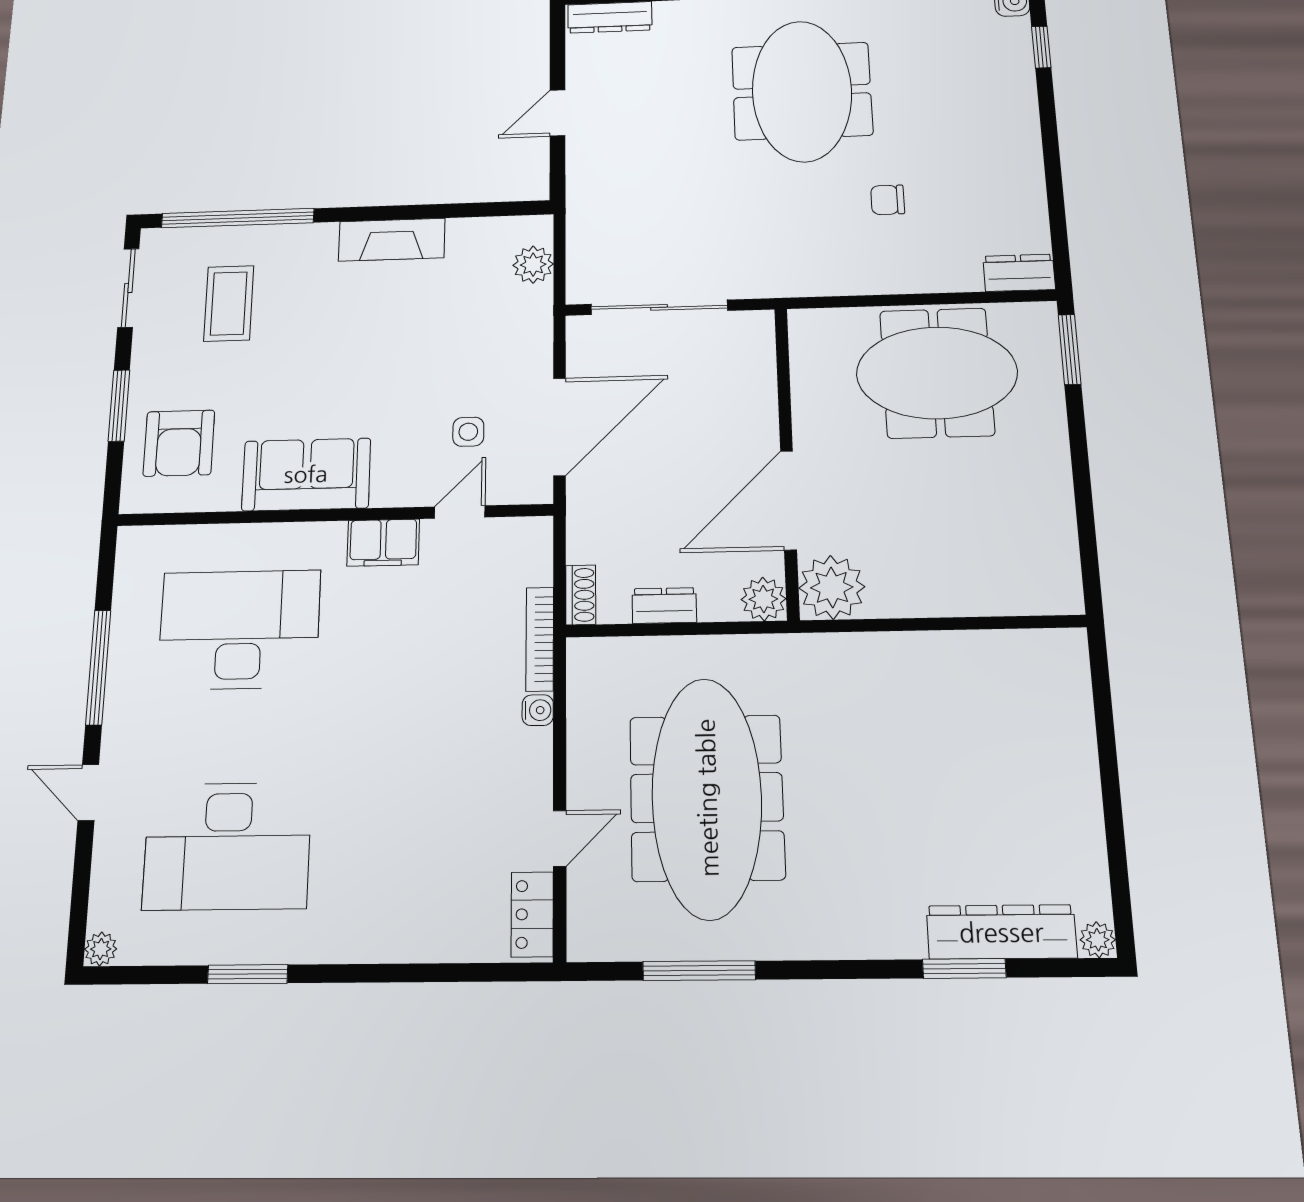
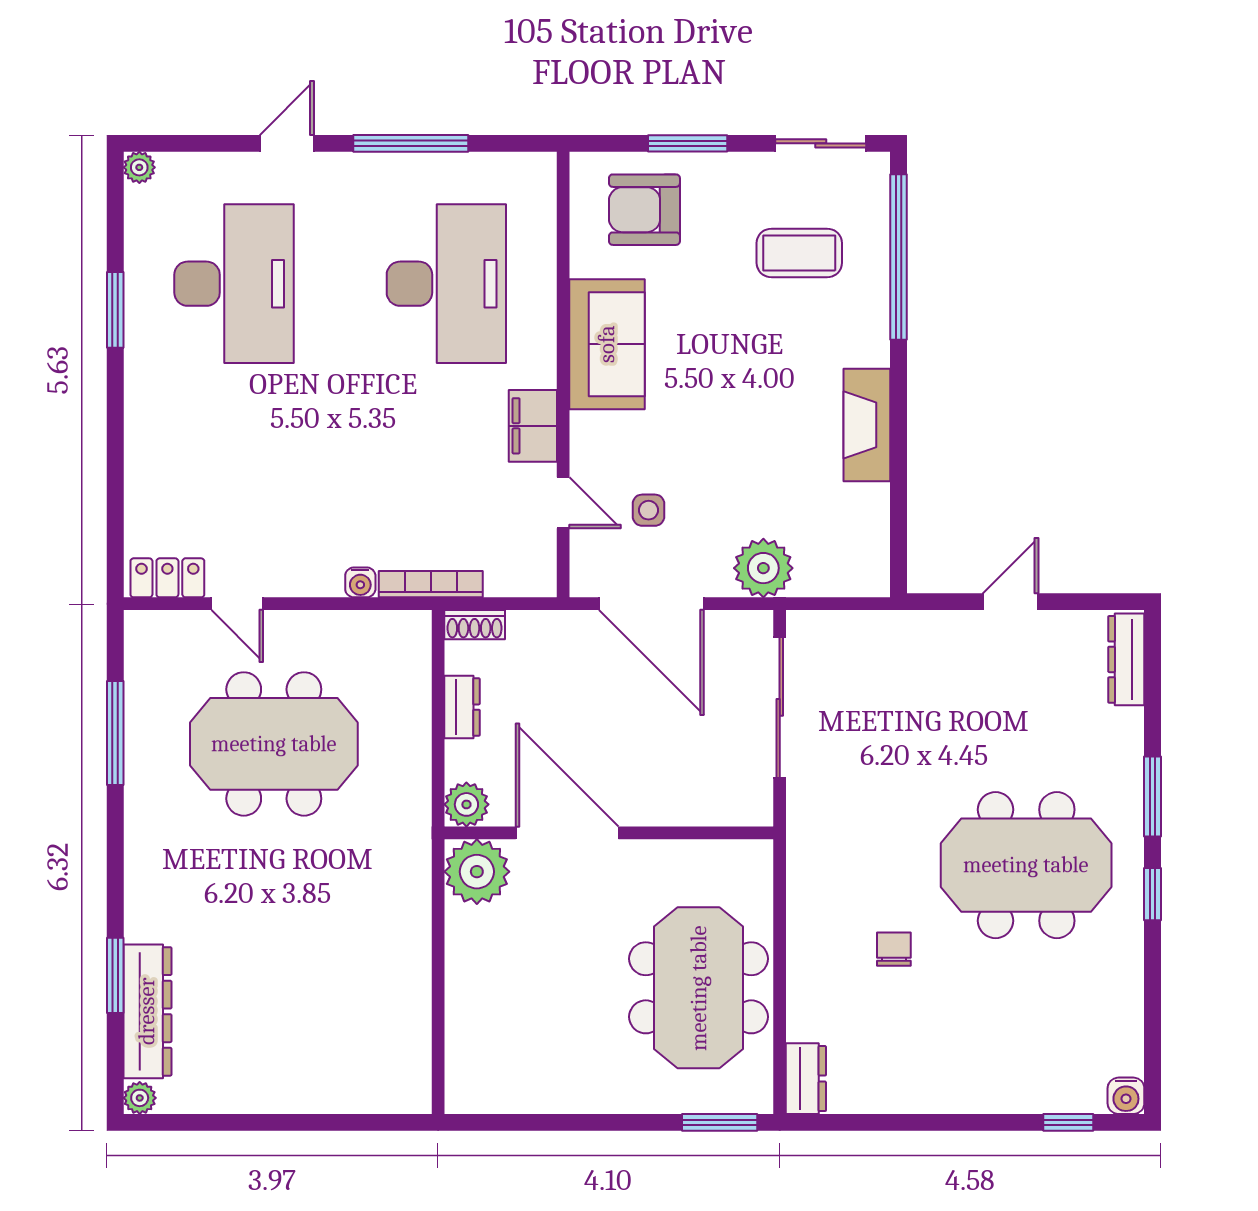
door: (557, 113) -> (1011, 602), hinge flipped
plant: (533, 265) -> (763, 568), moved, width x1.36, depth x1.36
meeting table: (707, 798) -> (274, 744), width x0.73
desk: (227, 846) -> (234, 284), turned 180

